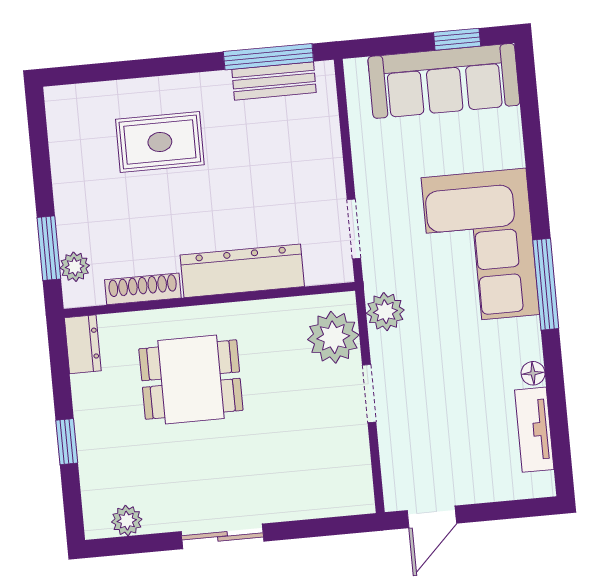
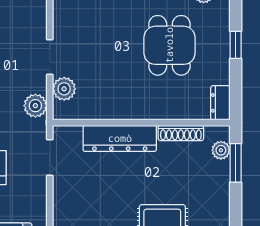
plant: (333, 337) -> (64, 89), width x0.73, depth x0.73
dining table: (191, 380) -> (169, 45), moved, turned 90

